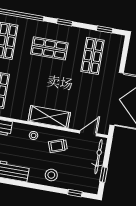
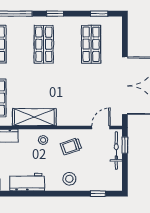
shop shelf: (49, 48) -> (44, 44), turned 90
shelving: (49, 117) -> (34, 117), moved
window: (103, 175) -> (125, 145), moved

